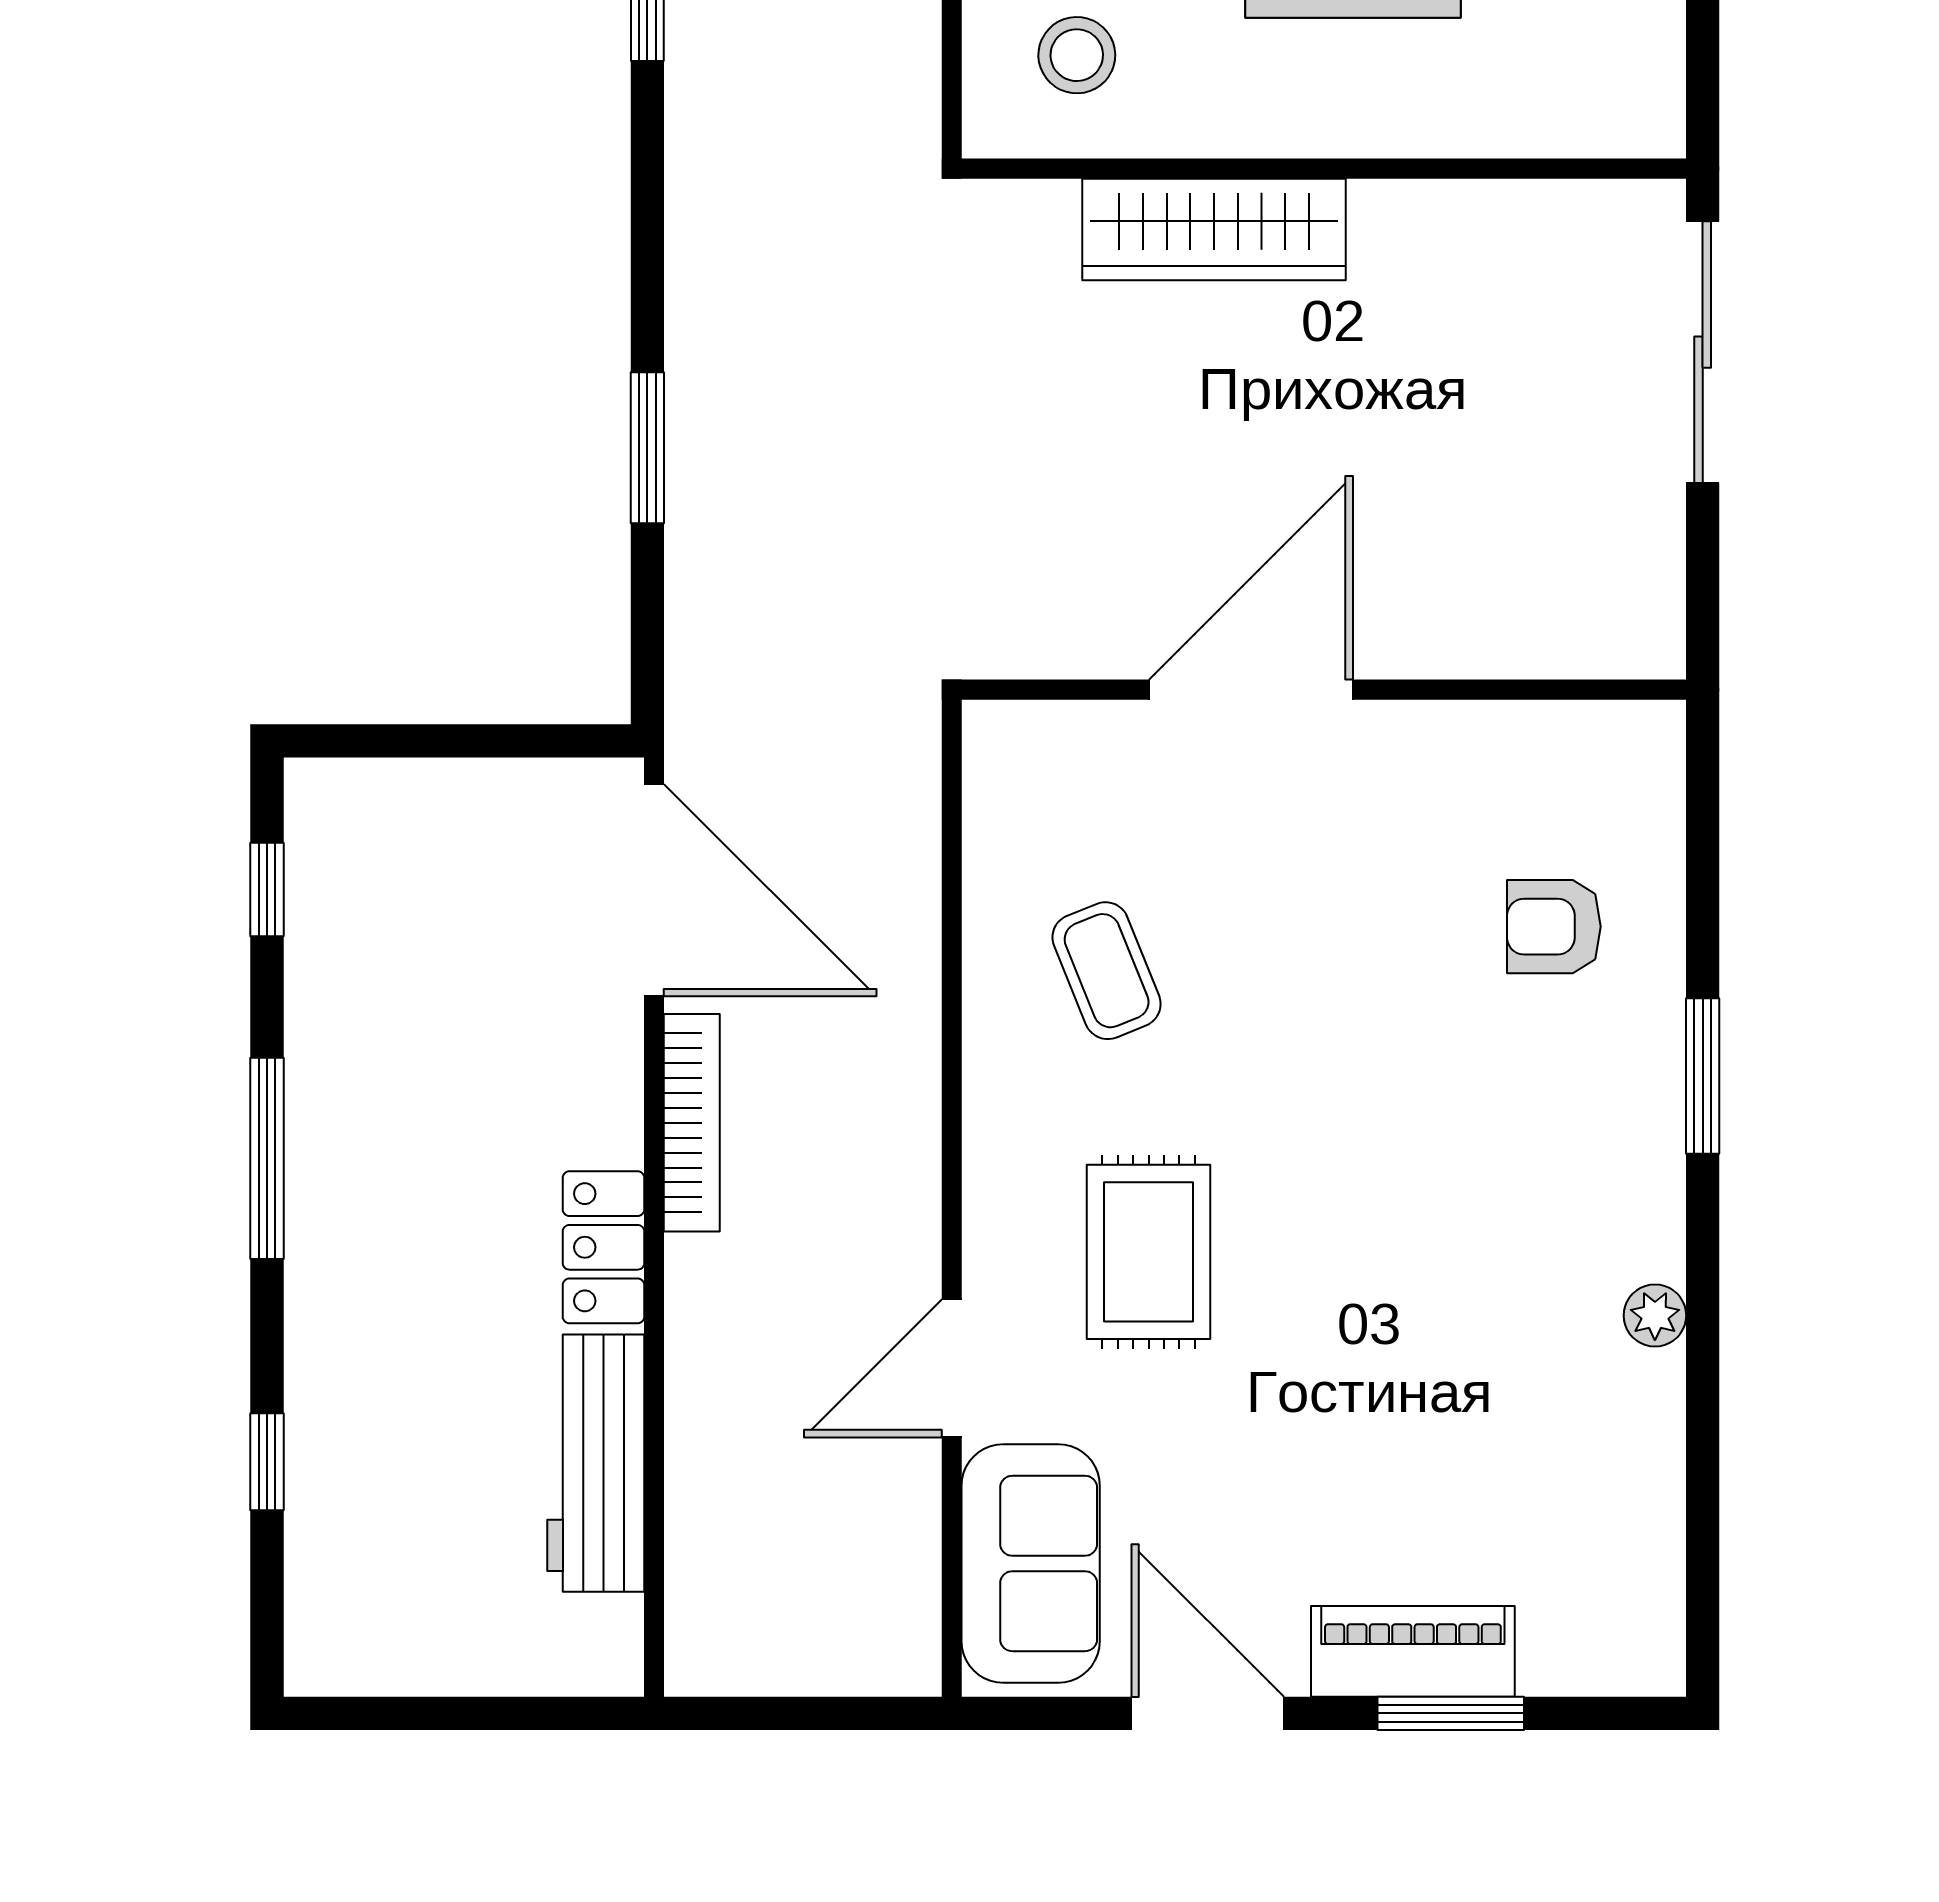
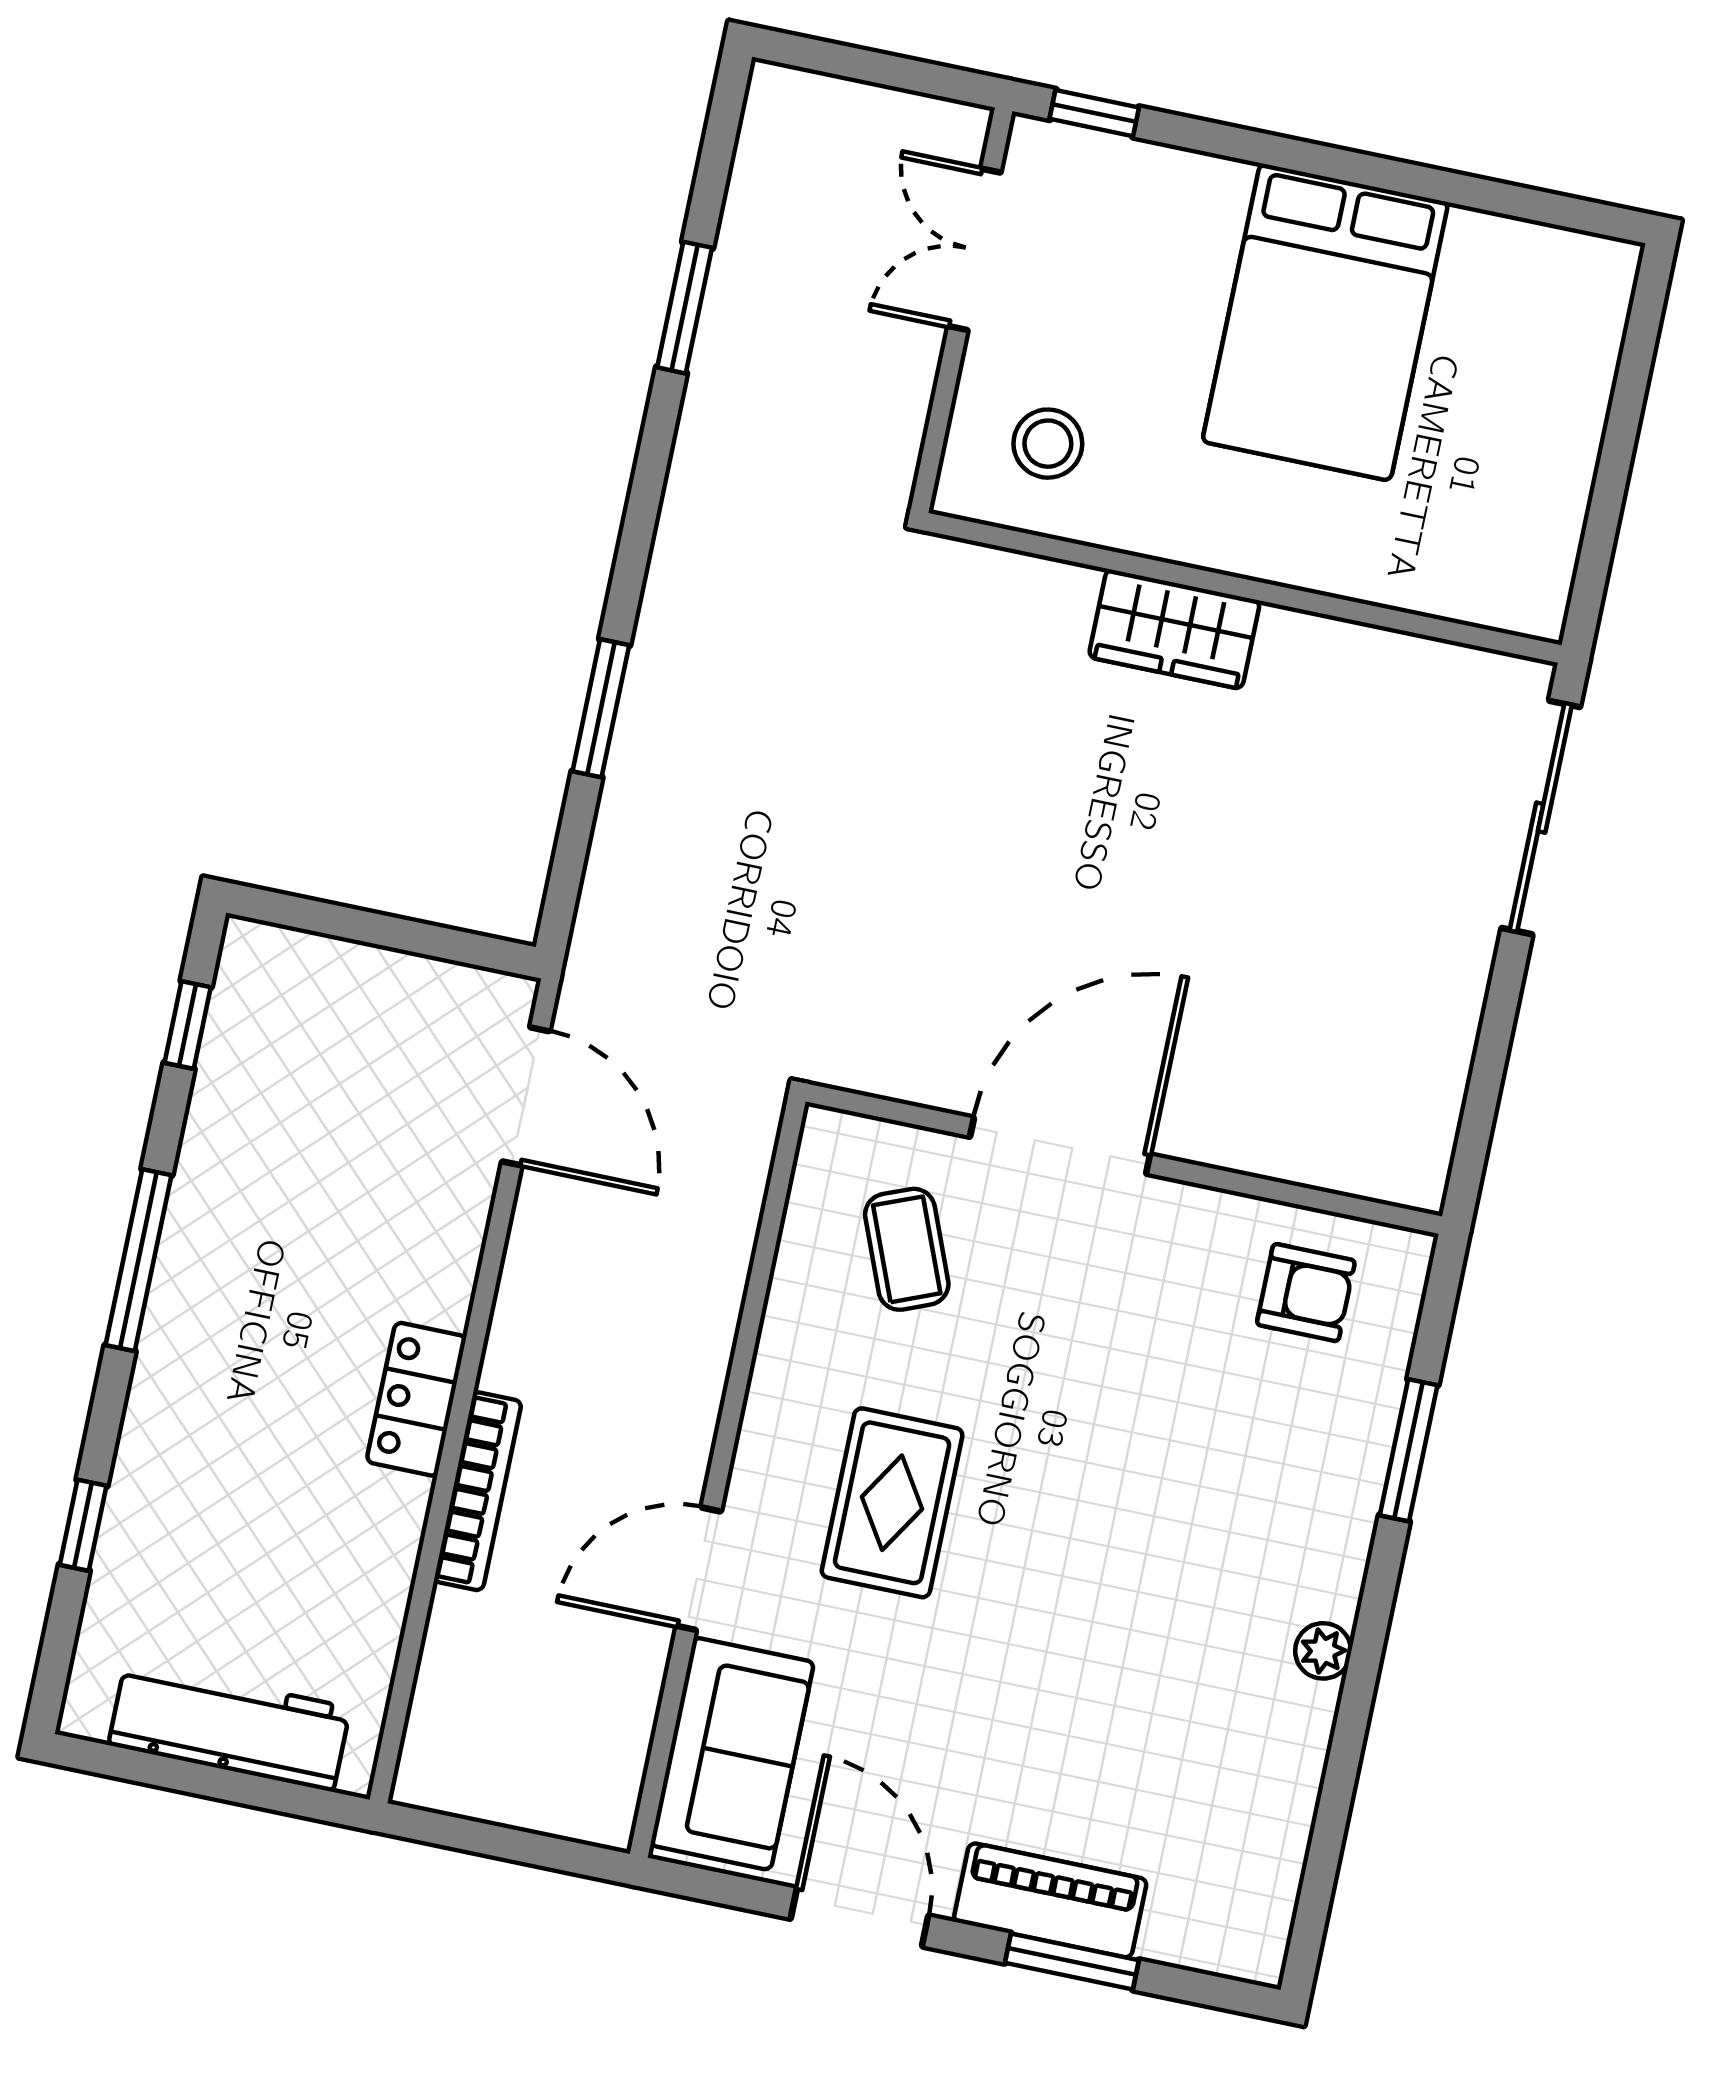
wardrobe: (1214, 229) -> (1174, 629), width x0.67
door: (1251, 690) -> (1060, 1146), moved
wall: (1324, 690) -> (1124, 1159), moved
door: (654, 890) -> (526, 1096), width x0.73
armchair: (1554, 927) -> (1306, 1293), turned 180
bookcase: (692, 1123) -> (478, 1491), moved
workbench: (596, 1463) -> (229, 1726), moved, turned 90

